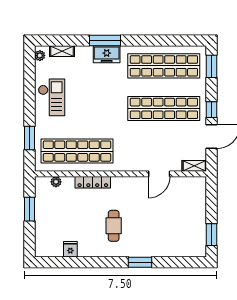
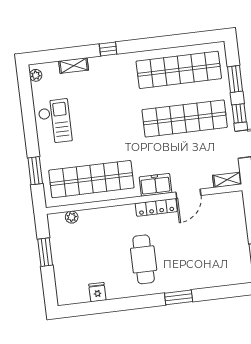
window: (105, 40) -> (108, 49), width x0.46
shelving: (62, 51) -> (74, 66), moved
freezer: (107, 54) -> (155, 185), moved, turned 180
window: (211, 66) -> (235, 79), moved
locker: (93, 182) -> (156, 207), moved
cafe table: (114, 226) -> (144, 259), width x1.37, depth x1.35

